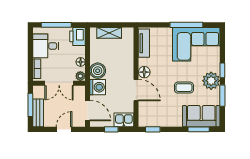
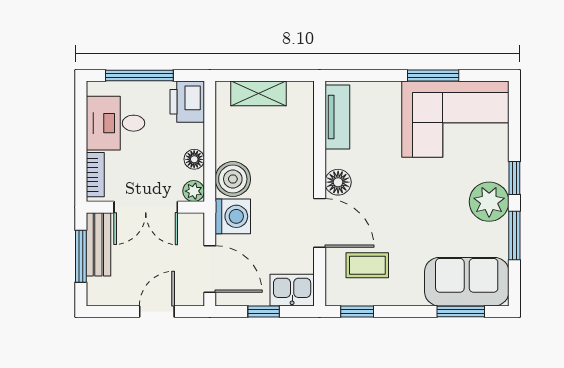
window: (186, 25) -> (433, 75), width x0.69
coffee table: (184, 88) -> (367, 265), moved
bench: (38, 113) -> (98, 244), moved

